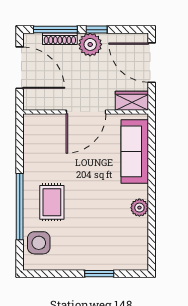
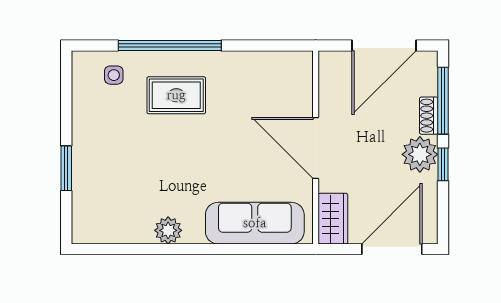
shoe rack: (60, 39) -> (429, 116), width x0.70
side table: (39, 243) -> (114, 75), width x0.54, depth x0.54

